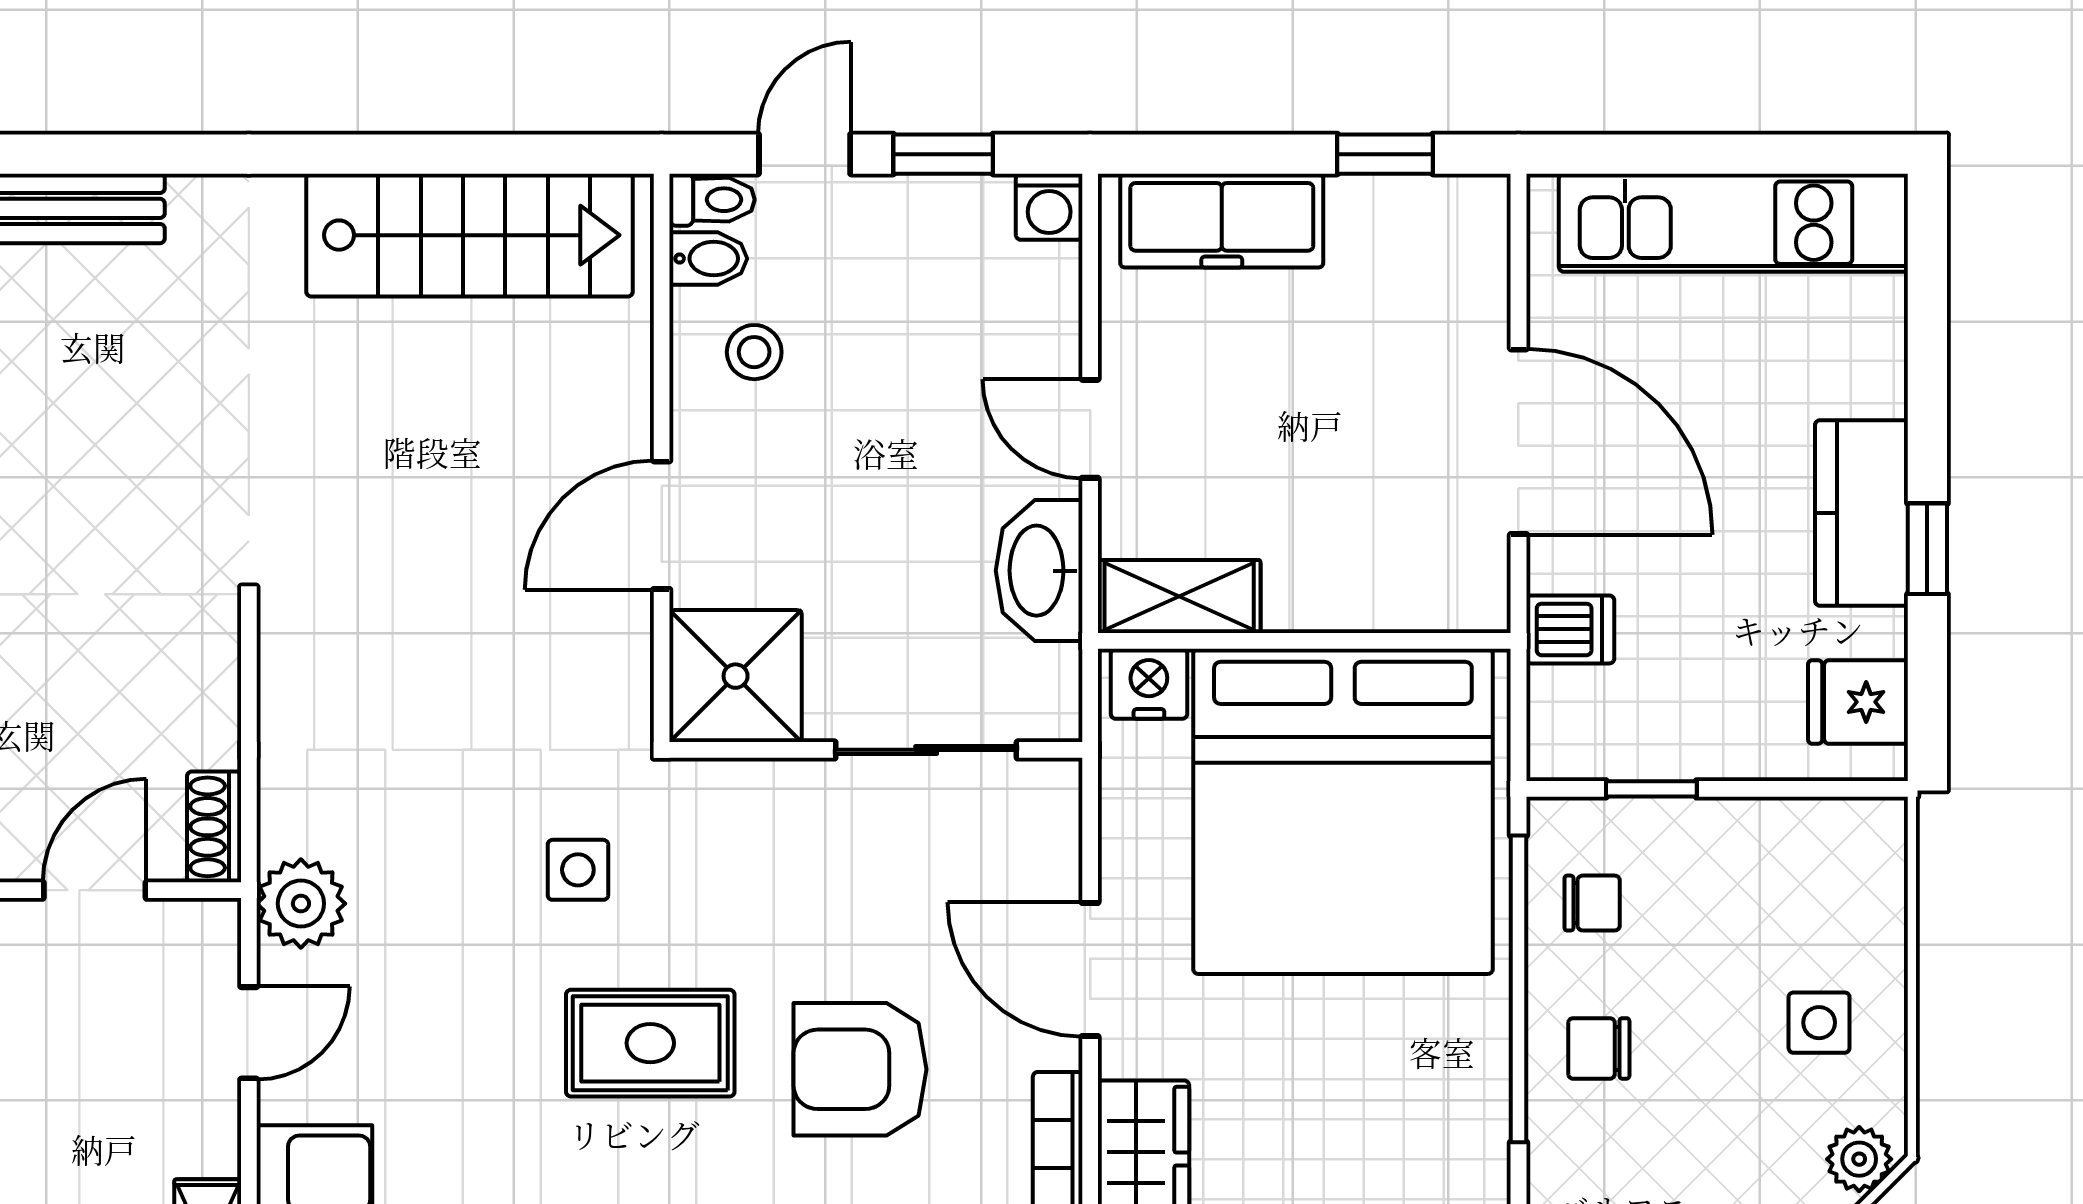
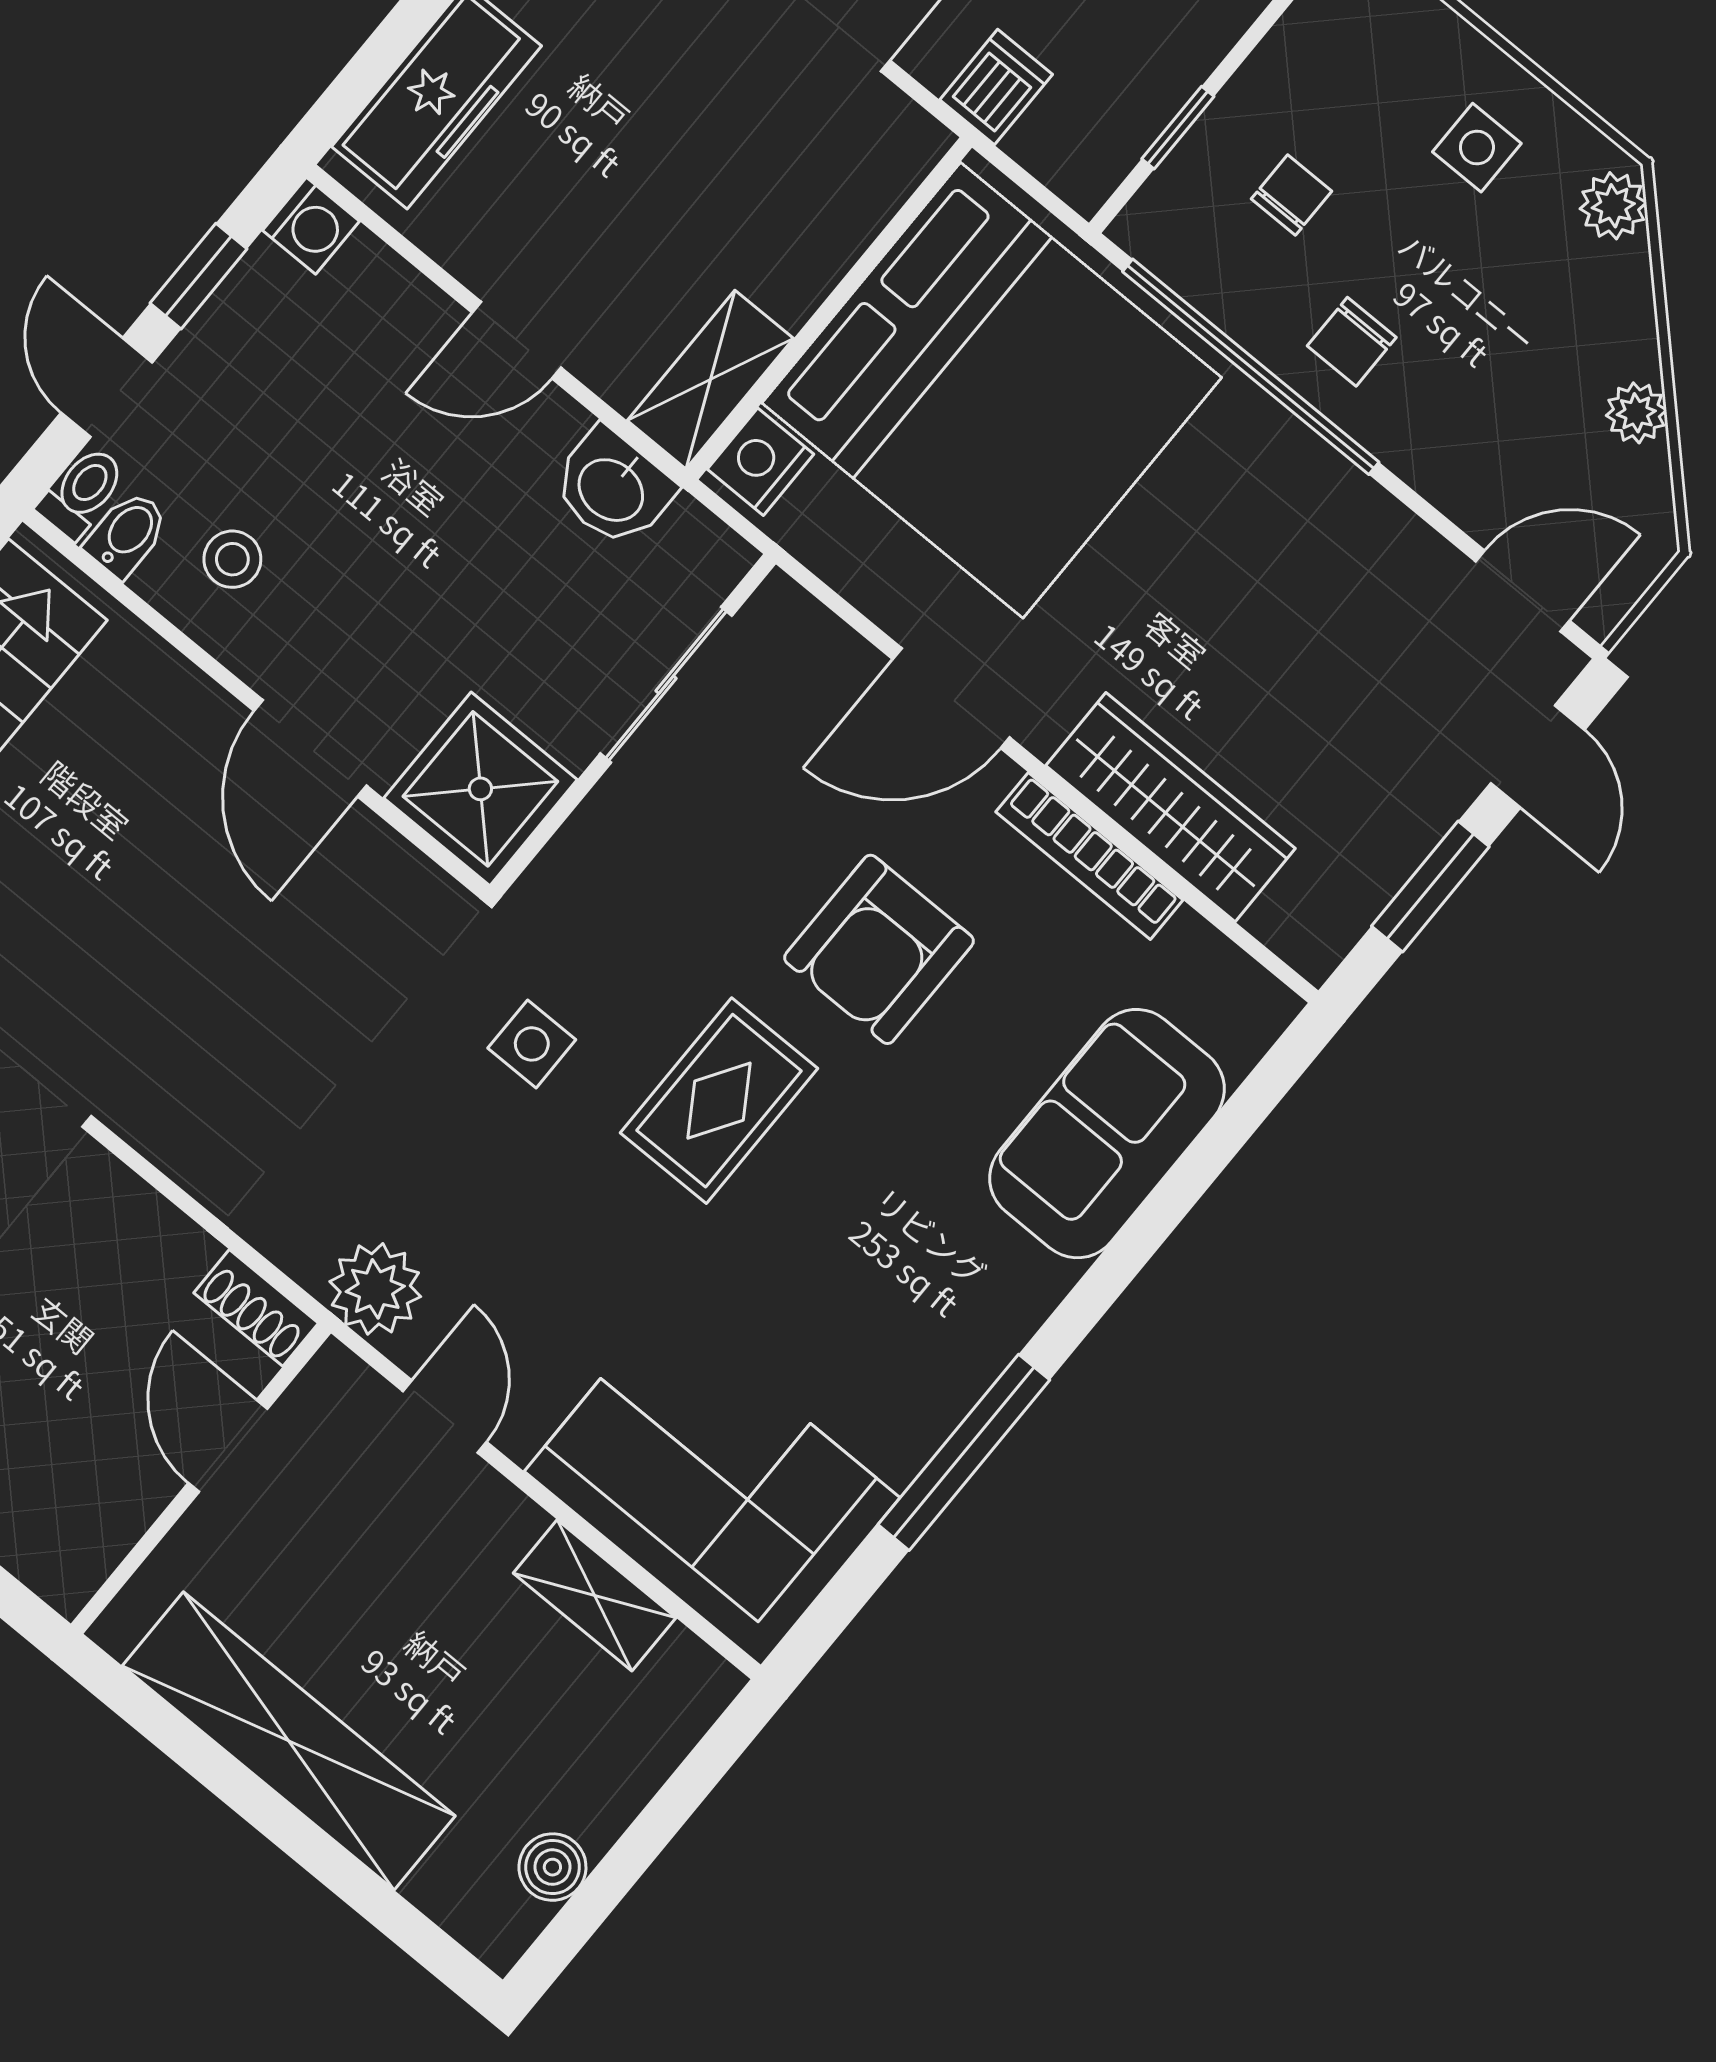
washbasin: (1039, 571) -> (613, 488), width x0.72
chair: (1592, 903) -> (1292, 195), moved

